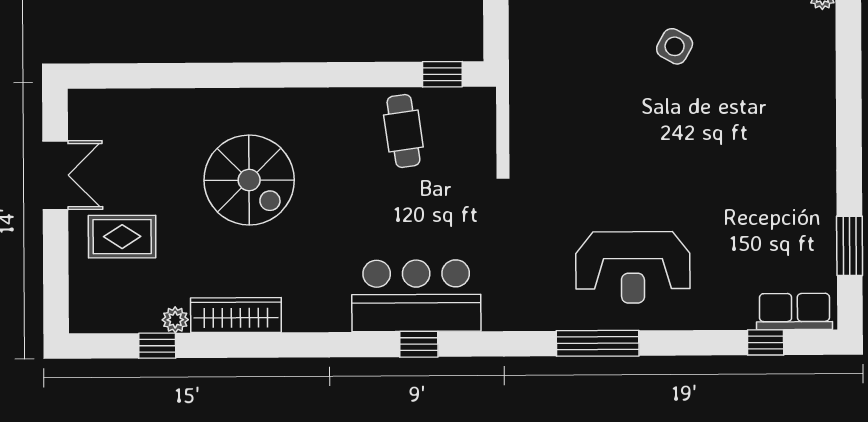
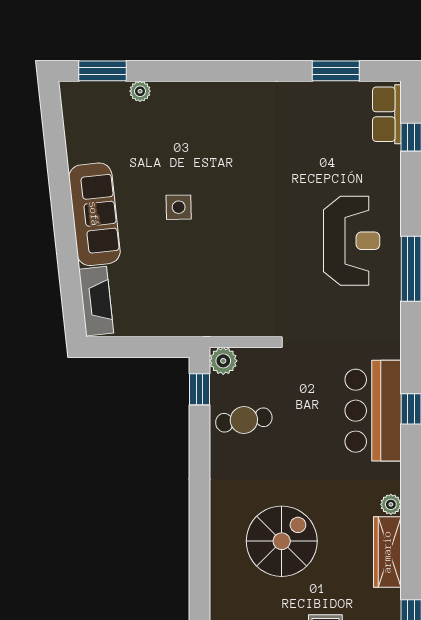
side table: (675, 46) -> (179, 207), turned -30
plant: (479, 104) -> (223, 361), added
plant: (175, 320) -> (391, 504), moved

